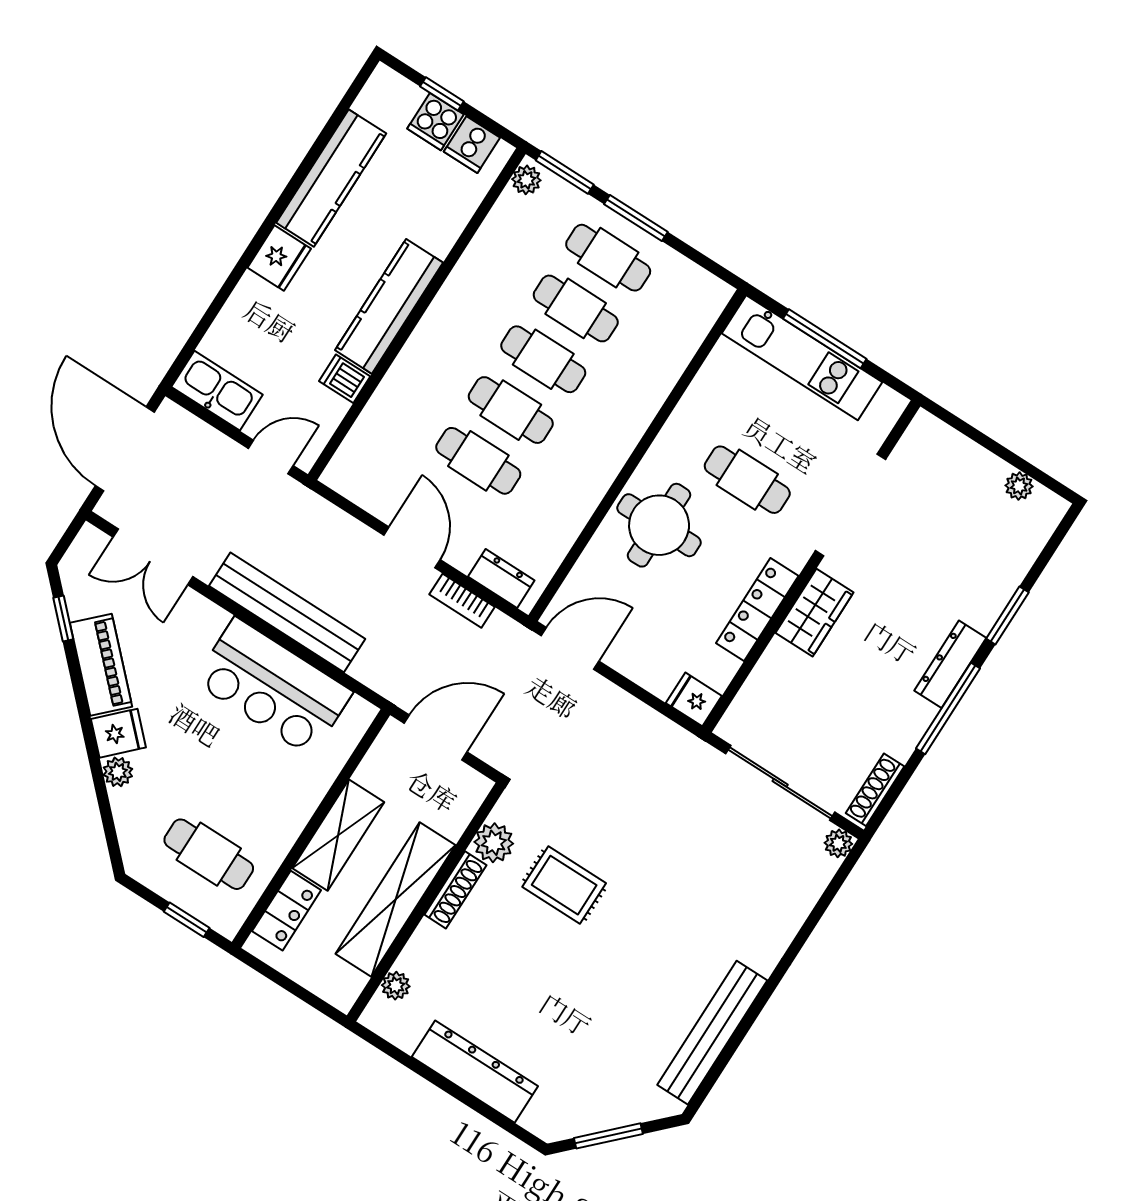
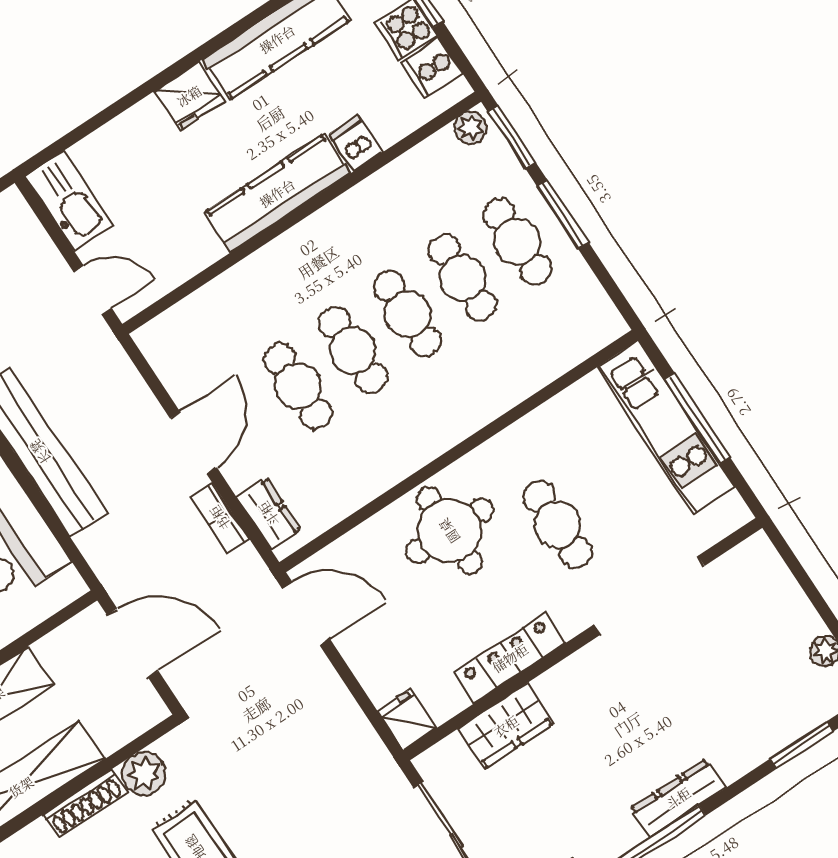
dishwasher: (345, 379) -> (356, 143), moved
wardrobe: (814, 613) -> (506, 726), moved
window: (1007, 615) -> (802, 745), moved

